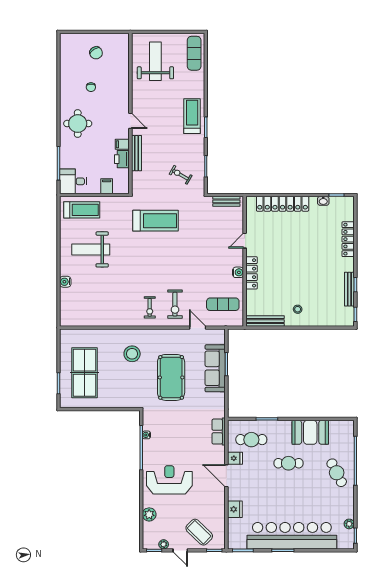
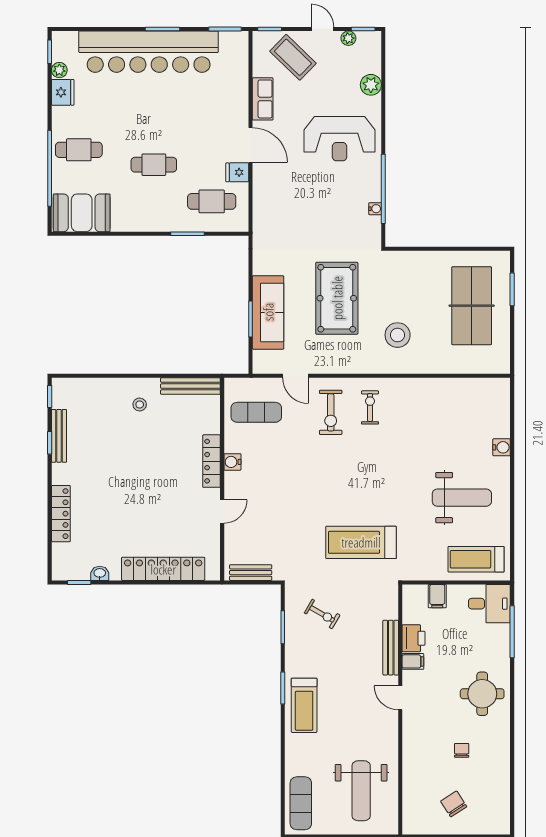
exercise bike: (175, 304) -> (331, 412), turned 180
row of seats: (219, 432) -> (263, 99), moved
booth: (310, 432) -> (82, 213), moved
cafe table: (337, 473) -> (79, 150), turned -63
fridge: (235, 509) -> (63, 92), moved, turned 180

